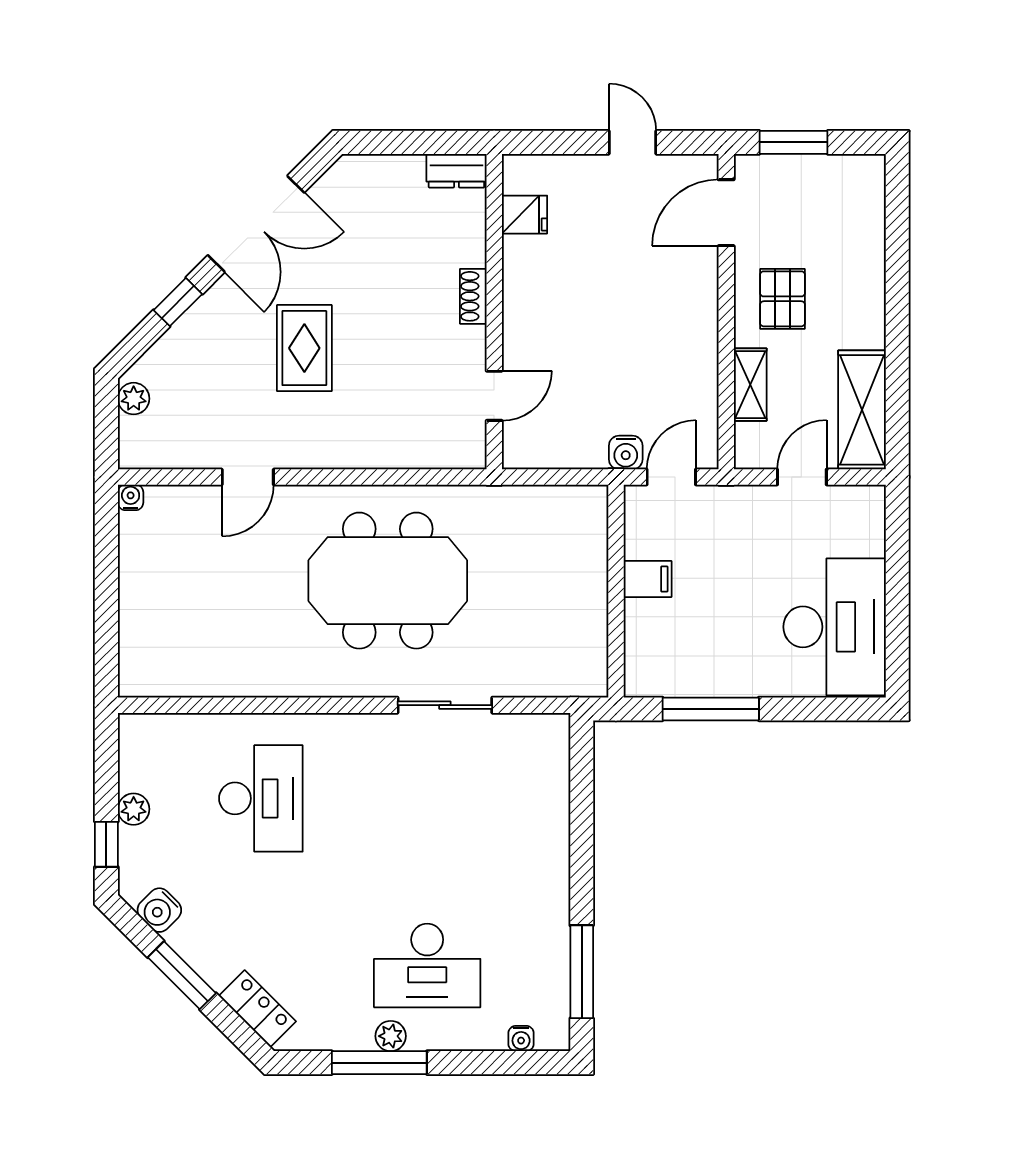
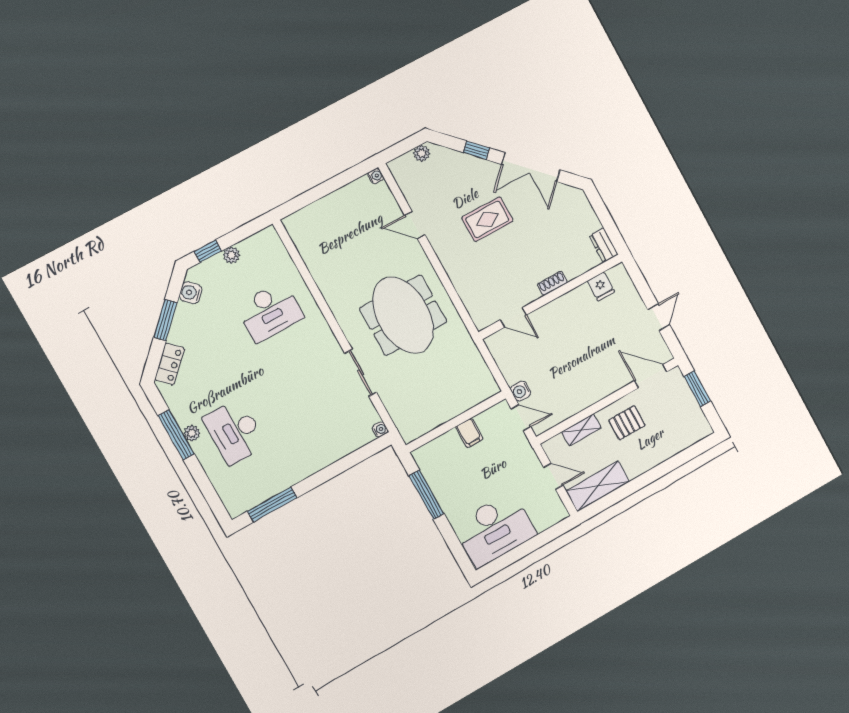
water cooler: (521, 1039) -> (380, 429), moved, turned 180

